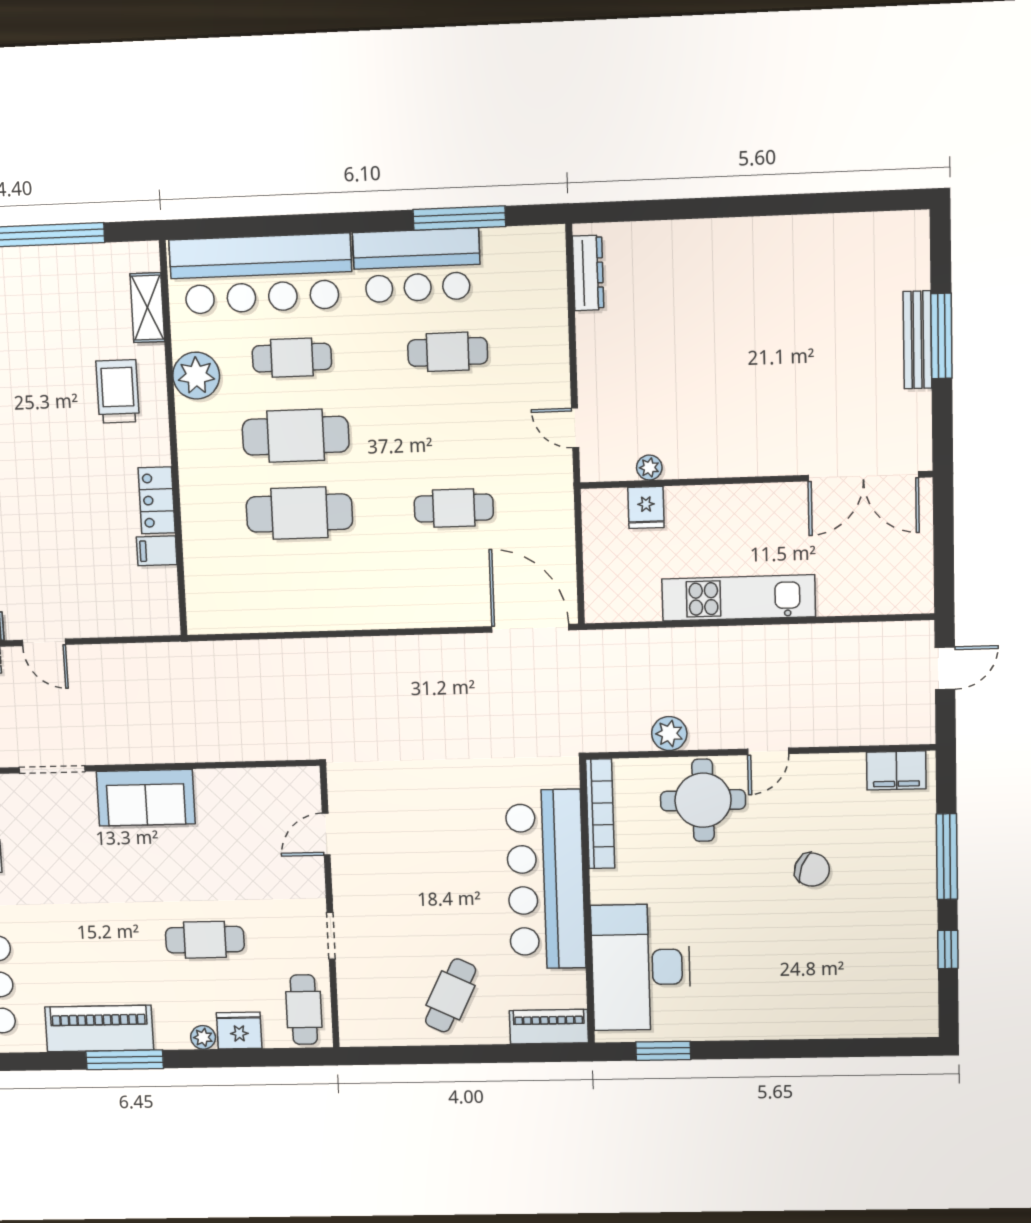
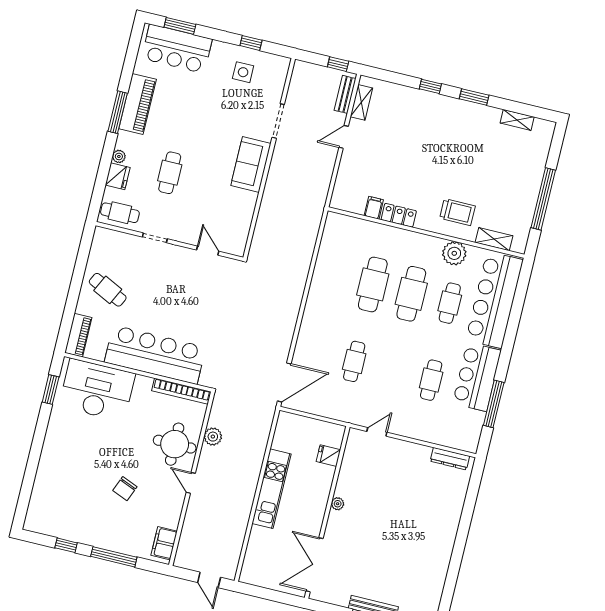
plant: (649, 467) -> (338, 504), moved

